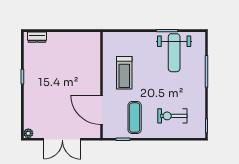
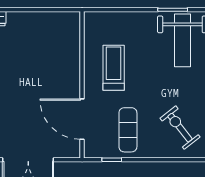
treadmill: (124, 73) -> (114, 68), turned 180
exercise bike: (172, 116) -> (180, 128), turned 52

